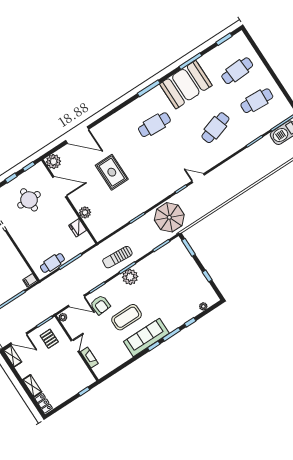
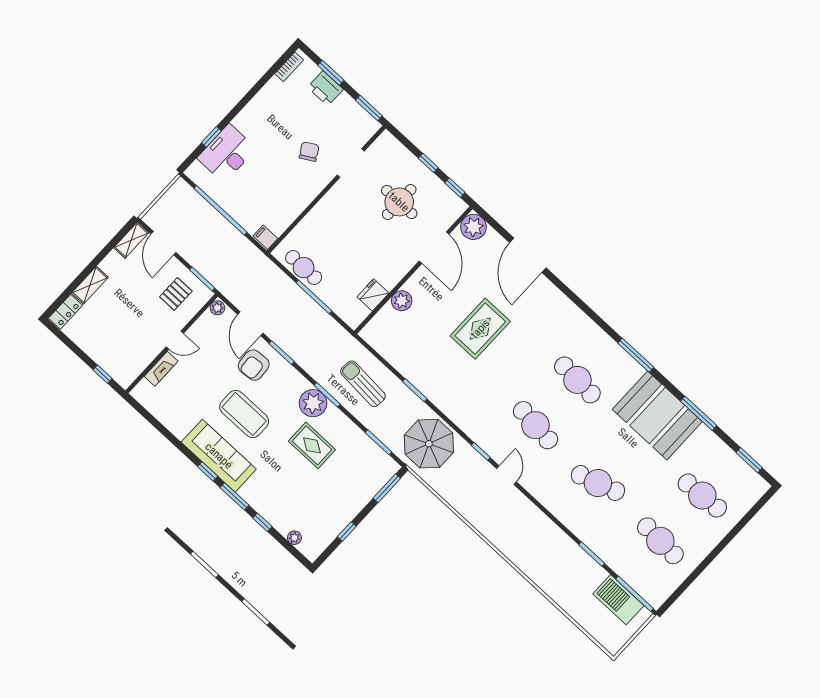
cafe table: (174, 155) -> (535, 425), added
sun lounger: (117, 257) -> (363, 384), moved
rug: (154, 283) -> (312, 445), added

